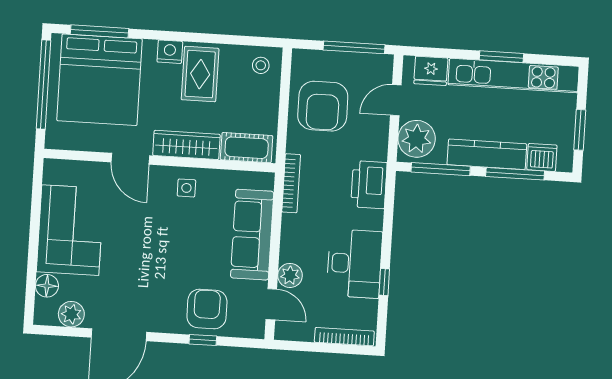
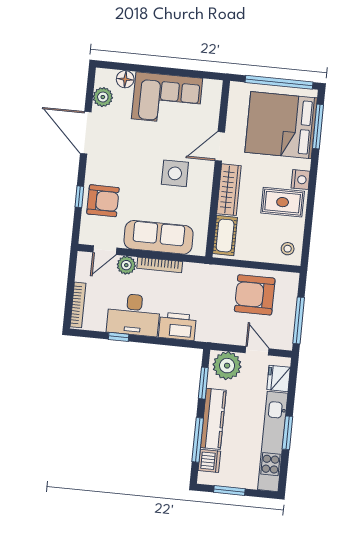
window: (441, 169) -> (203, 383), width x0.69
bookcase: (291, 183) -> (160, 265), moved
printer: (369, 185) -> (177, 326), moved
side table: (186, 188) -> (175, 173), moved, width x1.87, depth x1.87

